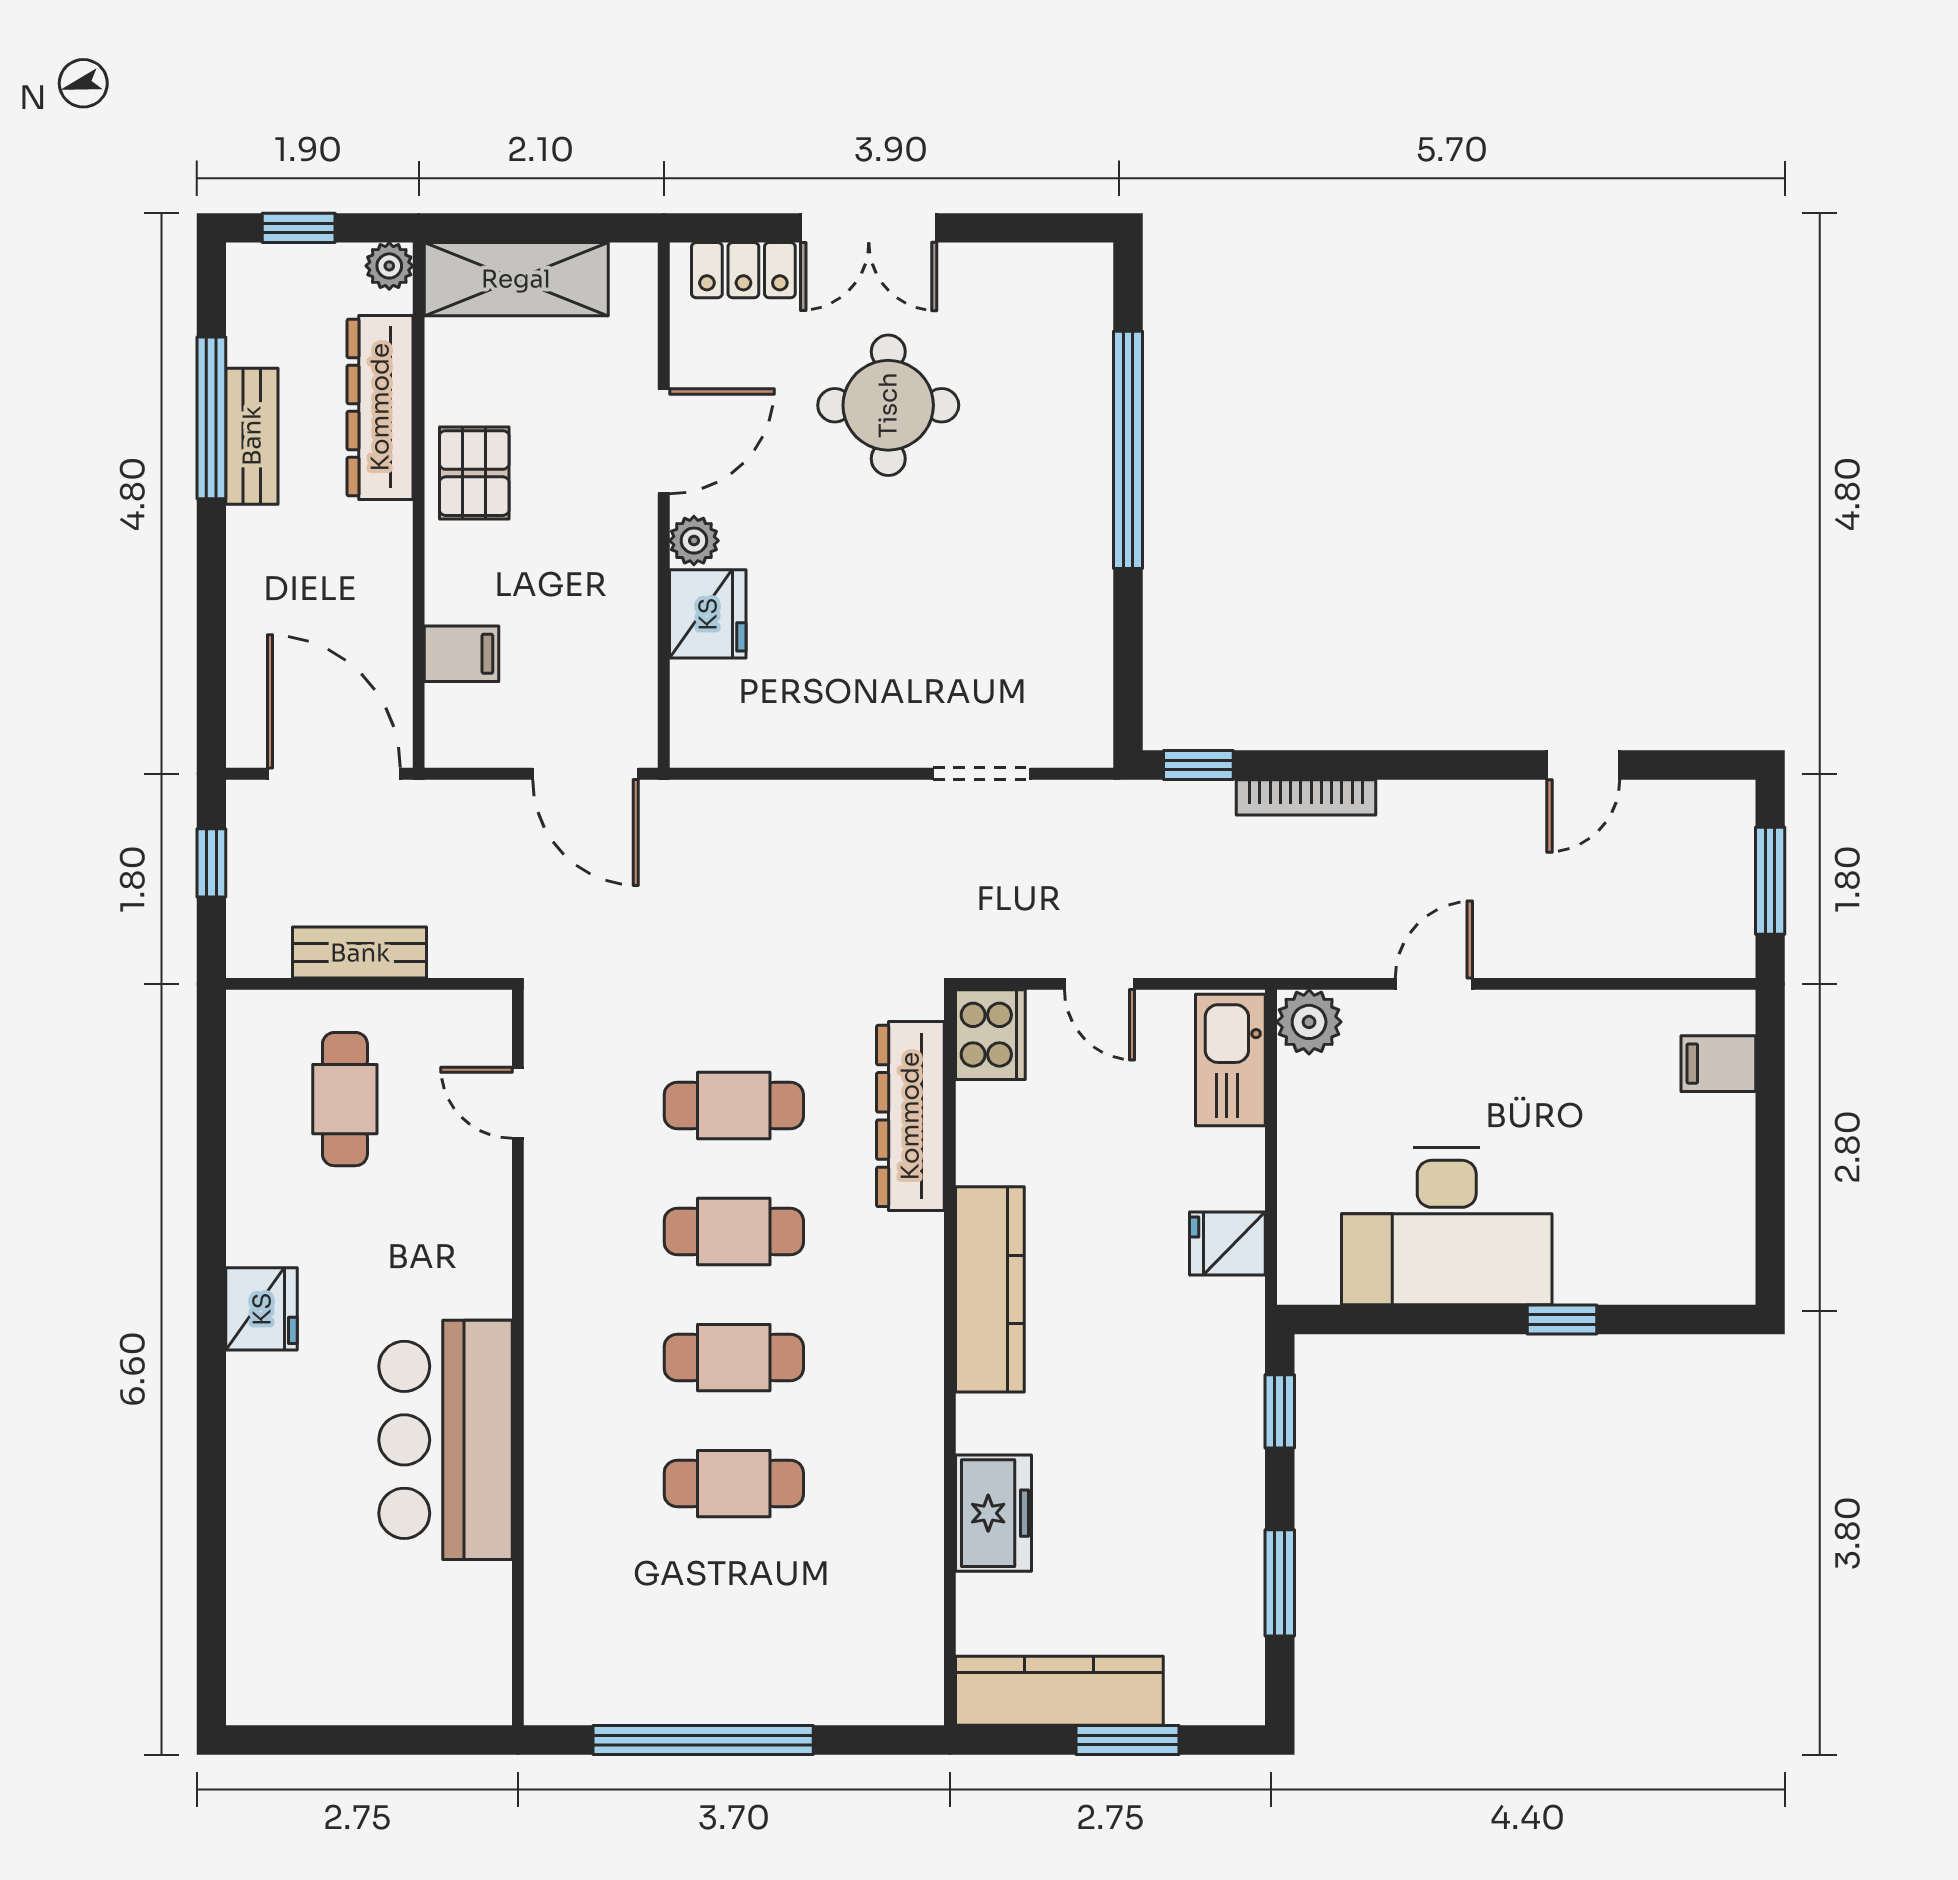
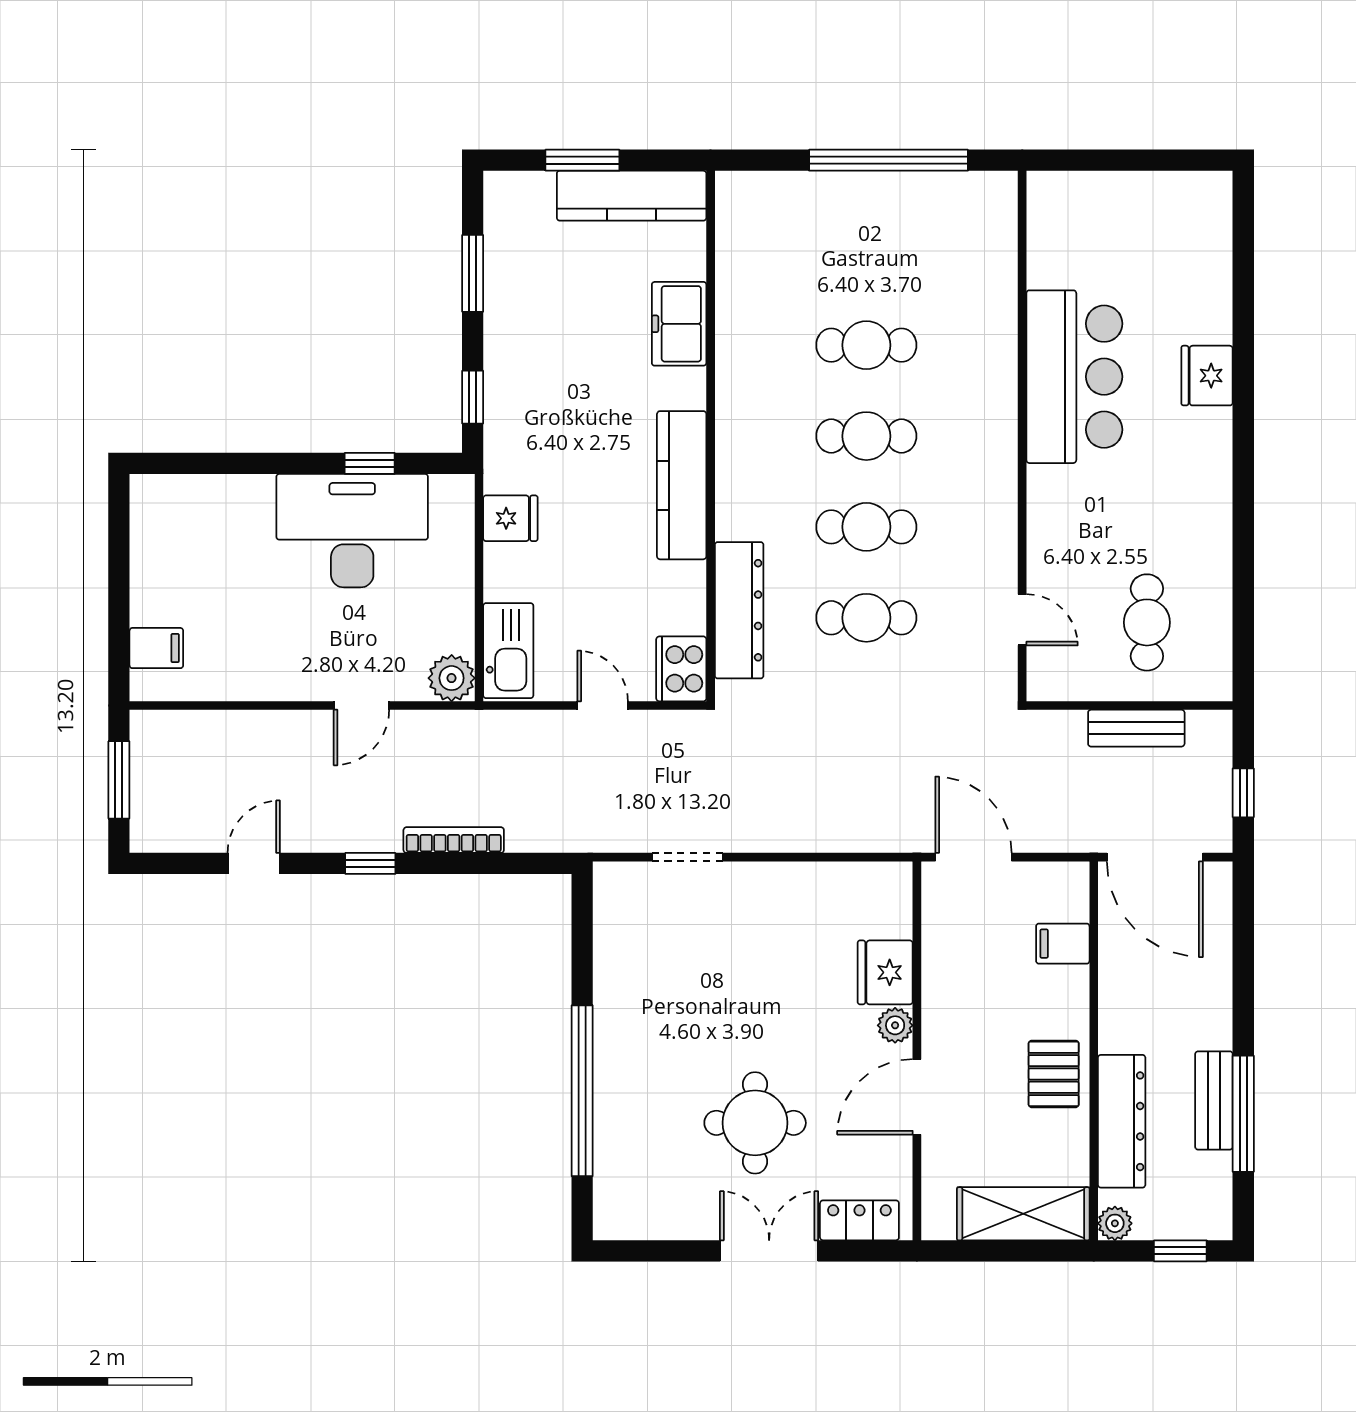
window: (1198, 765) -> (370, 863), moved
fridge: (262, 1309) -> (1207, 376), moved
window: (1562, 1320) -> (370, 463), moved

